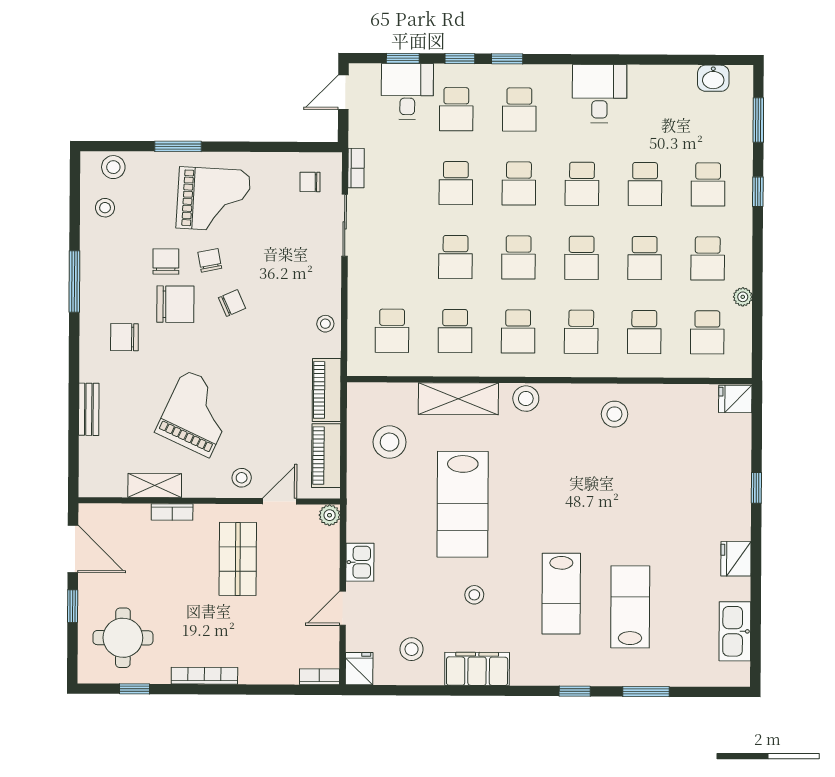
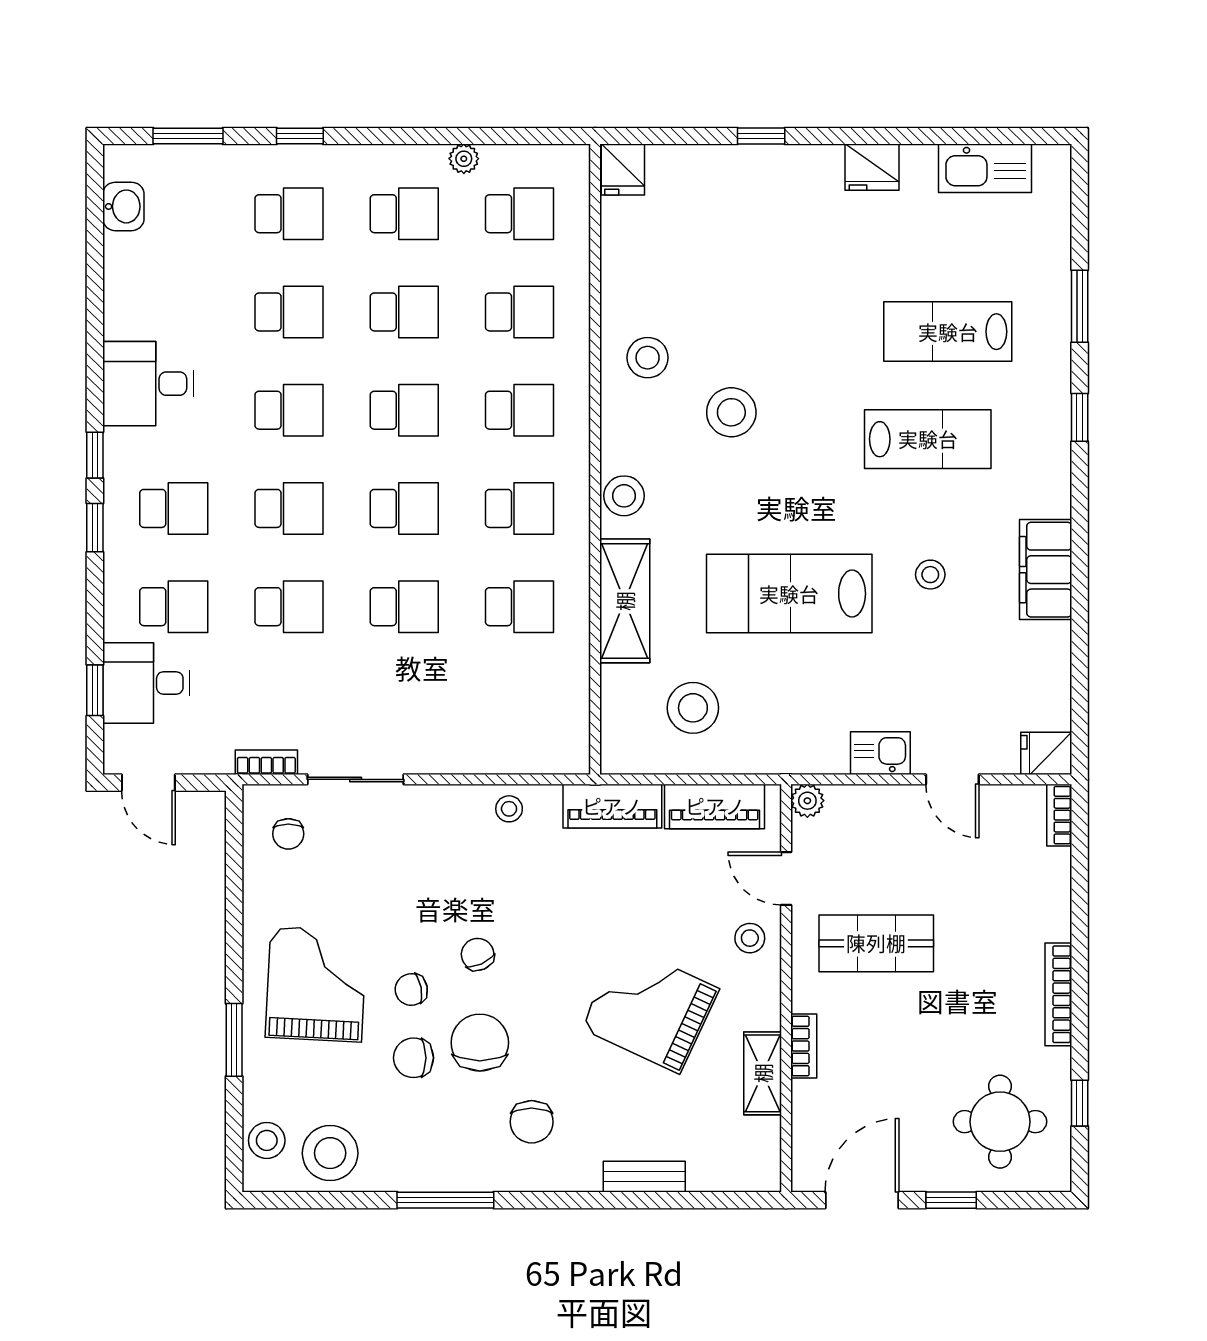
window: (460, 59) -> (95, 455), moved
stool: (105, 208) -> (330, 1153), width x1.89, depth x1.89
school desk: (392, 331) -> (519, 705), removed
lab bench: (463, 504) -> (789, 594), turned 180
stool: (412, 649) -> (731, 412), moved, width x1.38, depth x1.38

